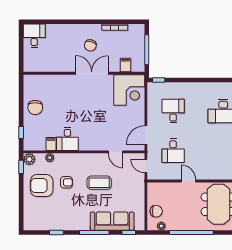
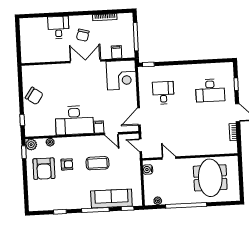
desk: (34, 36) -> (58, 27), moved
chair: (35, 107) -> (34, 96), turned -55
desk: (67, 139) -> (74, 120), width x1.87, depth x1.30
filing cabinet: (51, 144) -> (99, 127), moved
desk: (173, 151) -> (165, 130), removed
door: (188, 181) -> (169, 158), moved
armchair: (42, 186) -> (44, 169), turned -90
water cooler: (152, 192) -> (148, 170), added
chair: (156, 211) -> (152, 187), removed

